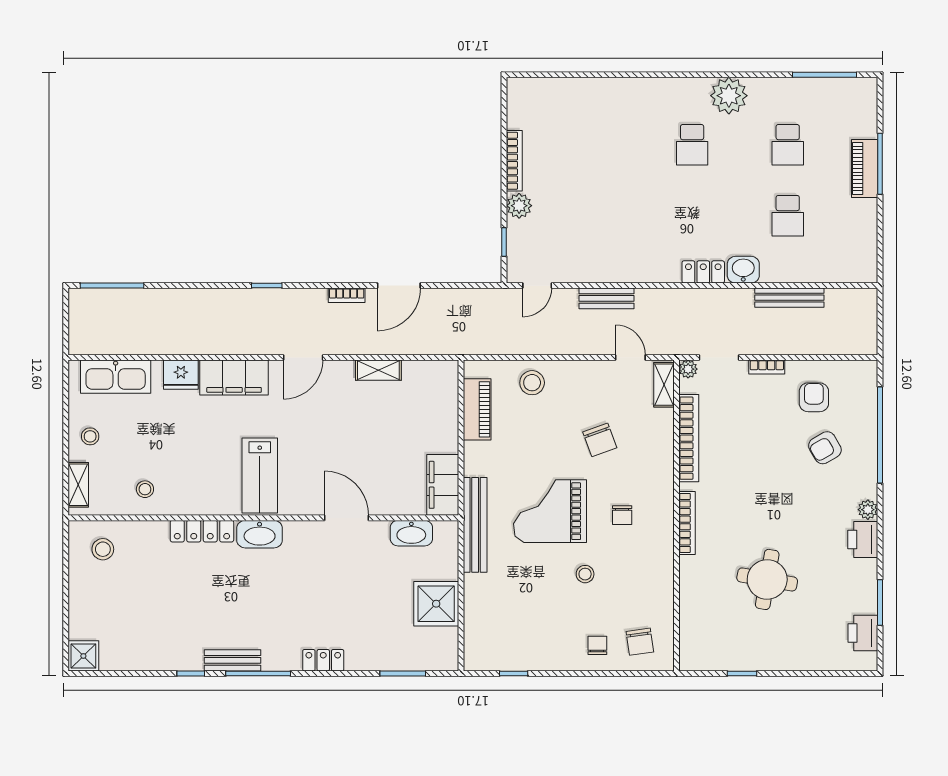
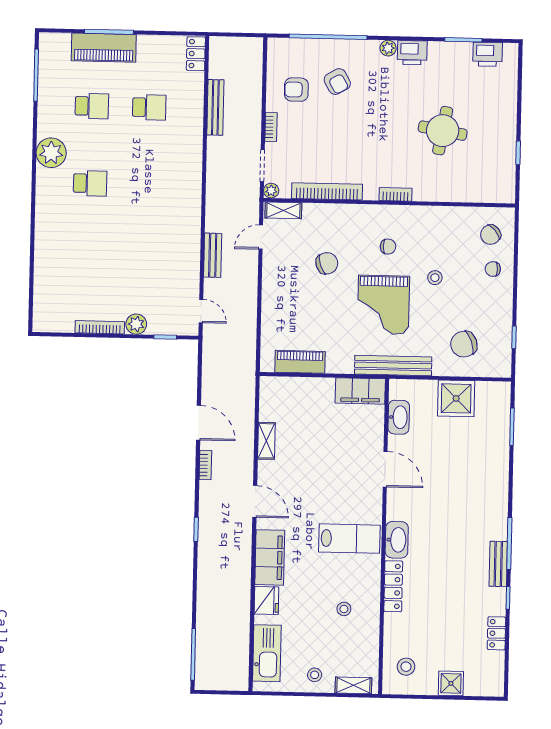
piano: (865, 168) -> (104, 48), width x1.37, depth x1.33
washbasin: (743, 270) -> (192, 144), removed
locker: (703, 272) -> (196, 54), moved
stool: (532, 383) -> (279, 317), removed
stool: (145, 489) -> (344, 609), moved
door: (347, 518) -> (385, 469), swing flipped
bookcase: (687, 523) -> (396, 194), width x0.64
chair: (504, 612) -> (464, 344), added
chair: (640, 642) -> (491, 235), turned 148
shower: (83, 656) -> (451, 683), moved
locker: (323, 660) -> (496, 633), moved

